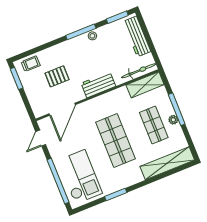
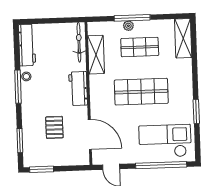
window: (117, 17) -> (20, 141), moved
workbench: (137, 36) -> (27, 45), moved, turned -90
trolley: (31, 64) -> (32, 150), removed
shelving: (145, 85) -> (96, 55), moved
plant: (173, 120) -> (128, 26), moved
shelving: (167, 163) -> (183, 38), width x0.68

